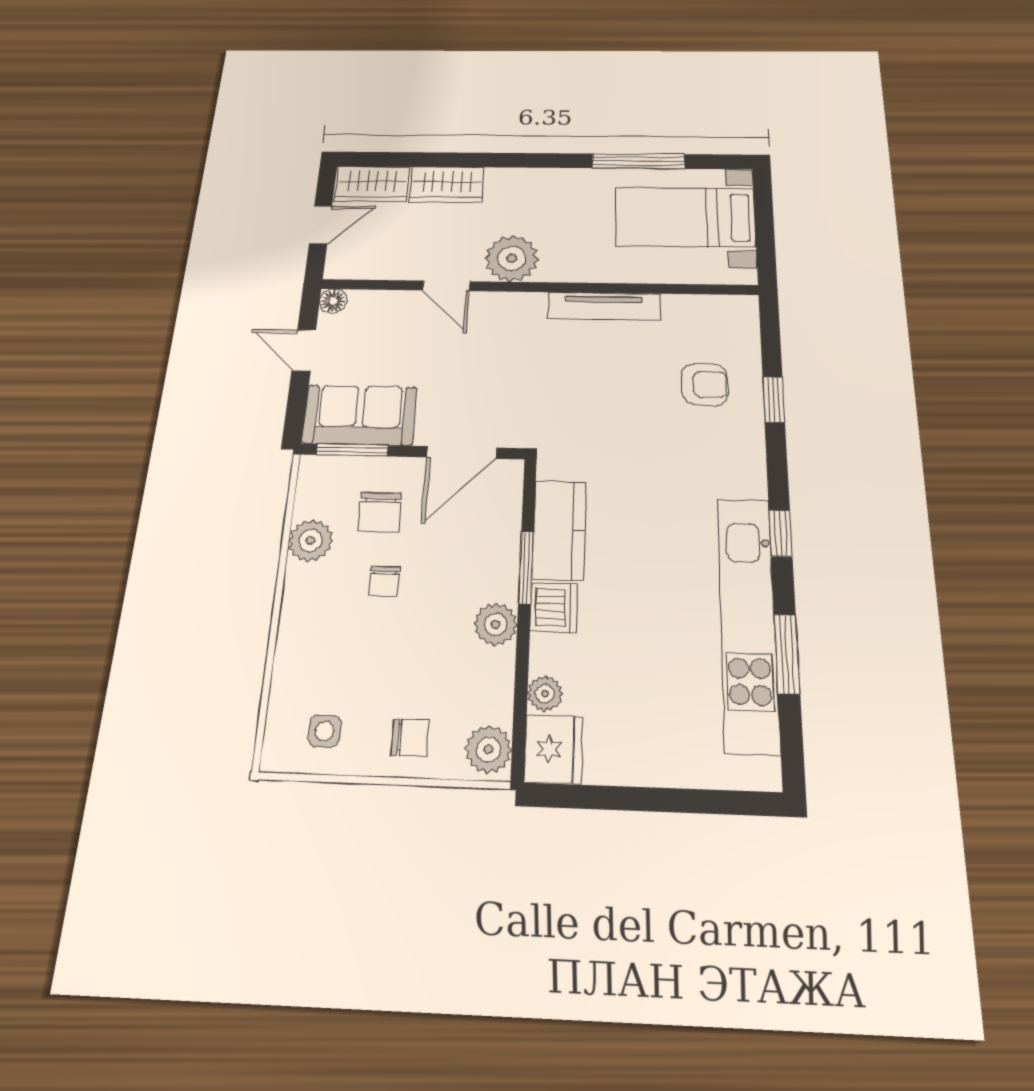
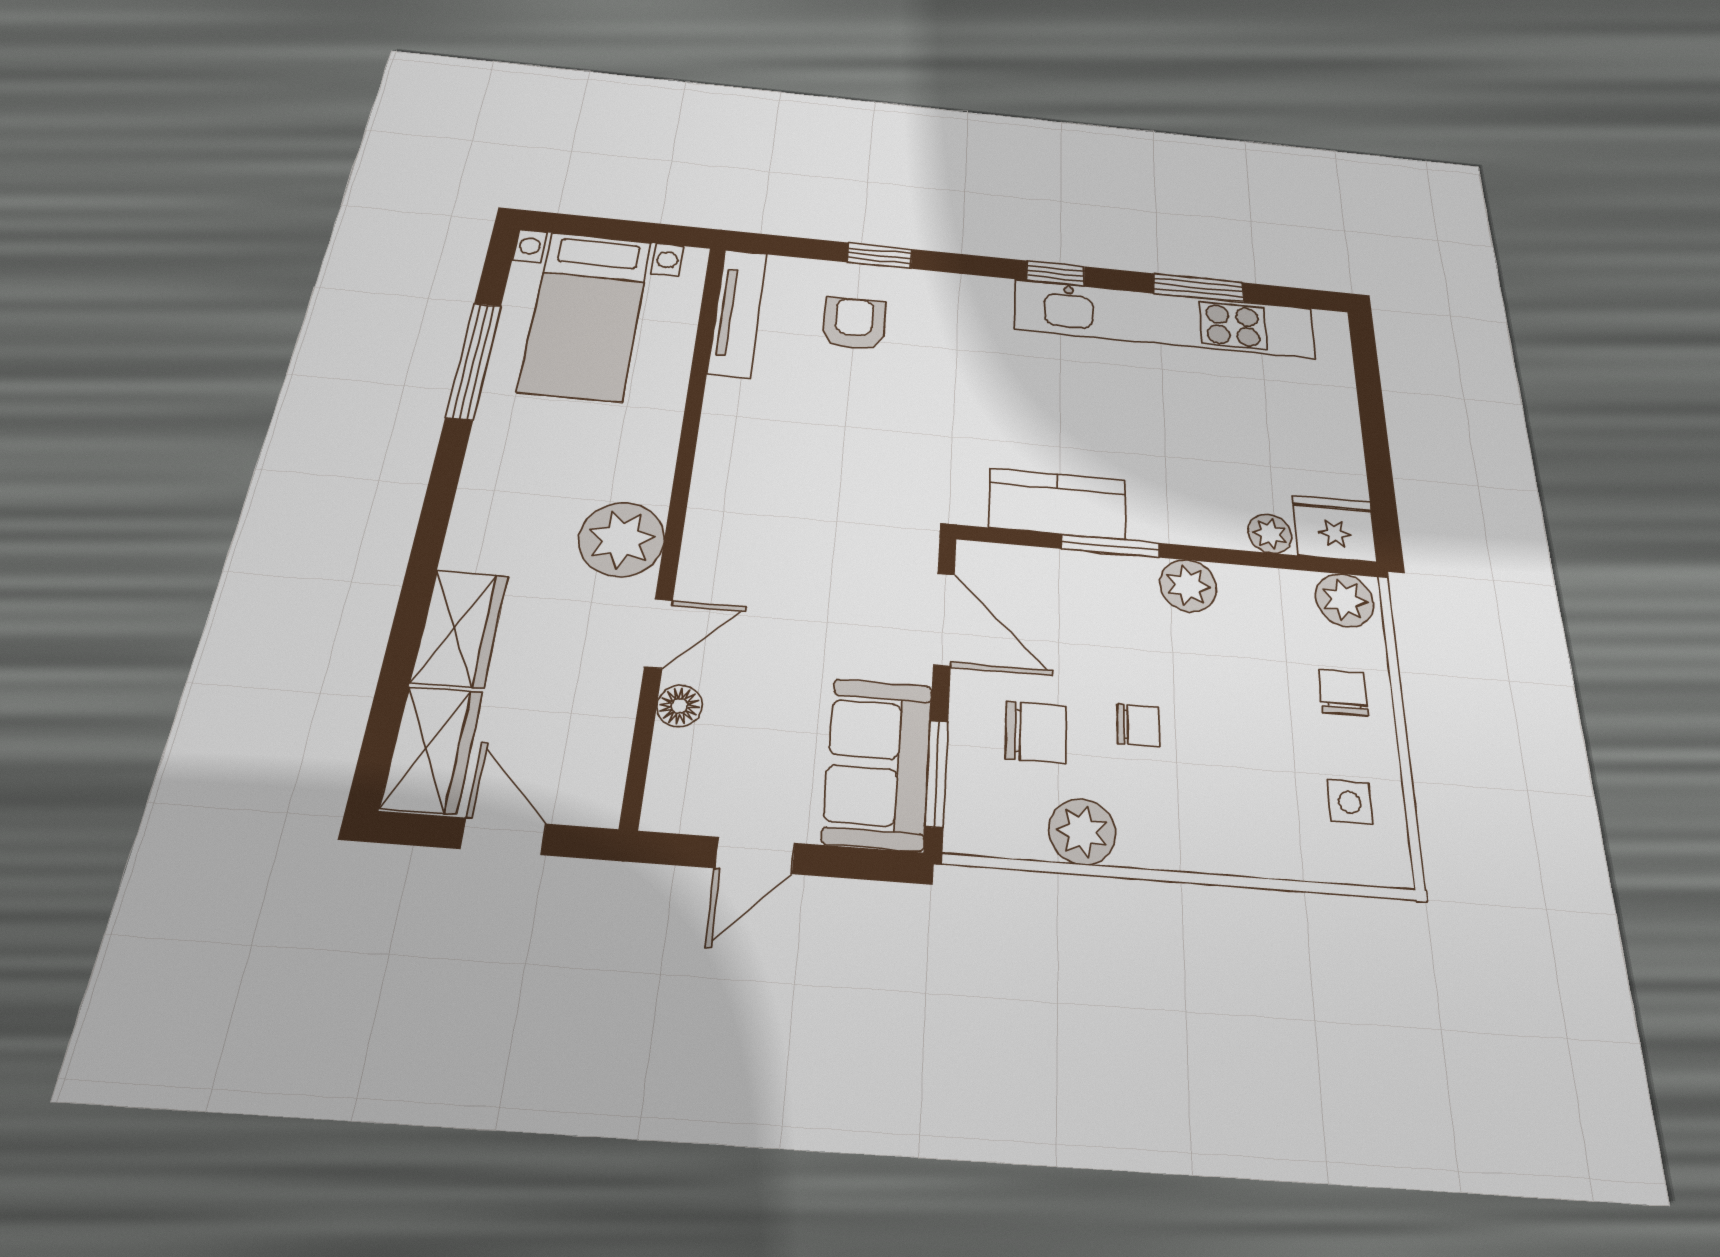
floor lamp: (333, 301) -> (679, 706), moved
tv unit: (604, 306) -> (737, 313), moved
dishwasher: (554, 607) -> (1161, 517), removed

